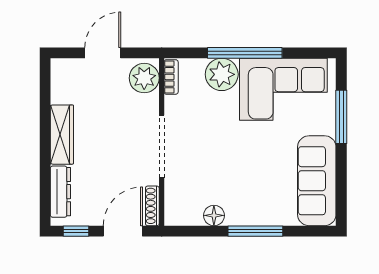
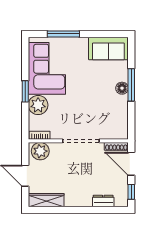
window: (245, 53) -> (25, 91), width x0.47
wardrobe: (62, 135) -> (46, 200), moved
sofa: (317, 181) -> (108, 48), width x0.73
dresser: (60, 192) -> (103, 201), width x0.70
floor lamp: (214, 215) -> (122, 88), moved

